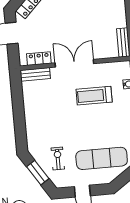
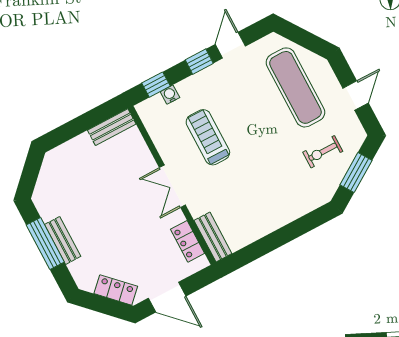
double door: (74, 63) -> (172, 186), width x0.73
treadmill: (94, 96) -> (208, 137), turned 180

